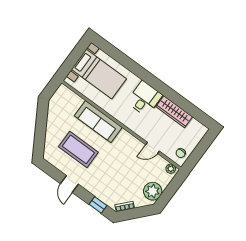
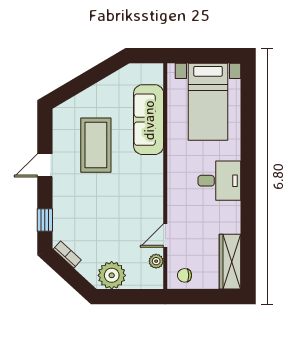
wardrobe: (174, 112) -> (230, 262), moved
sofa: (98, 122) -> (149, 120), moved
door: (152, 148) -> (165, 236), hinge flipped
plant: (171, 169) -> (156, 261), moved

